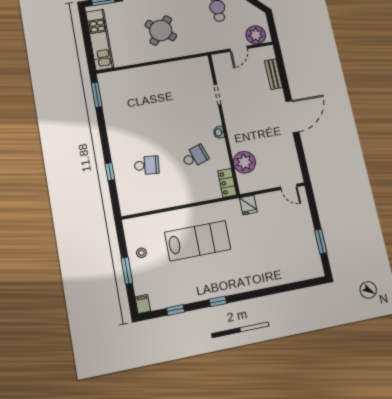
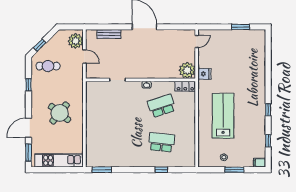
school desk: (195, 157) -> (162, 106), width x1.85
plant: (244, 162) -> (187, 70), moved
school desk: (147, 165) -> (162, 142), width x1.85

